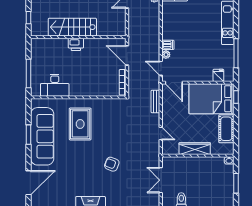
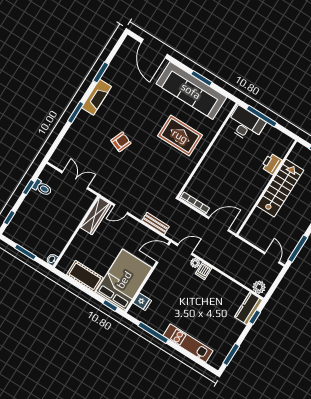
printer: (76, 44) -> (272, 164), moved
desk: (55, 85) -> (246, 124), moved, turned 90
wardrobe: (195, 149) -> (96, 216), moved

